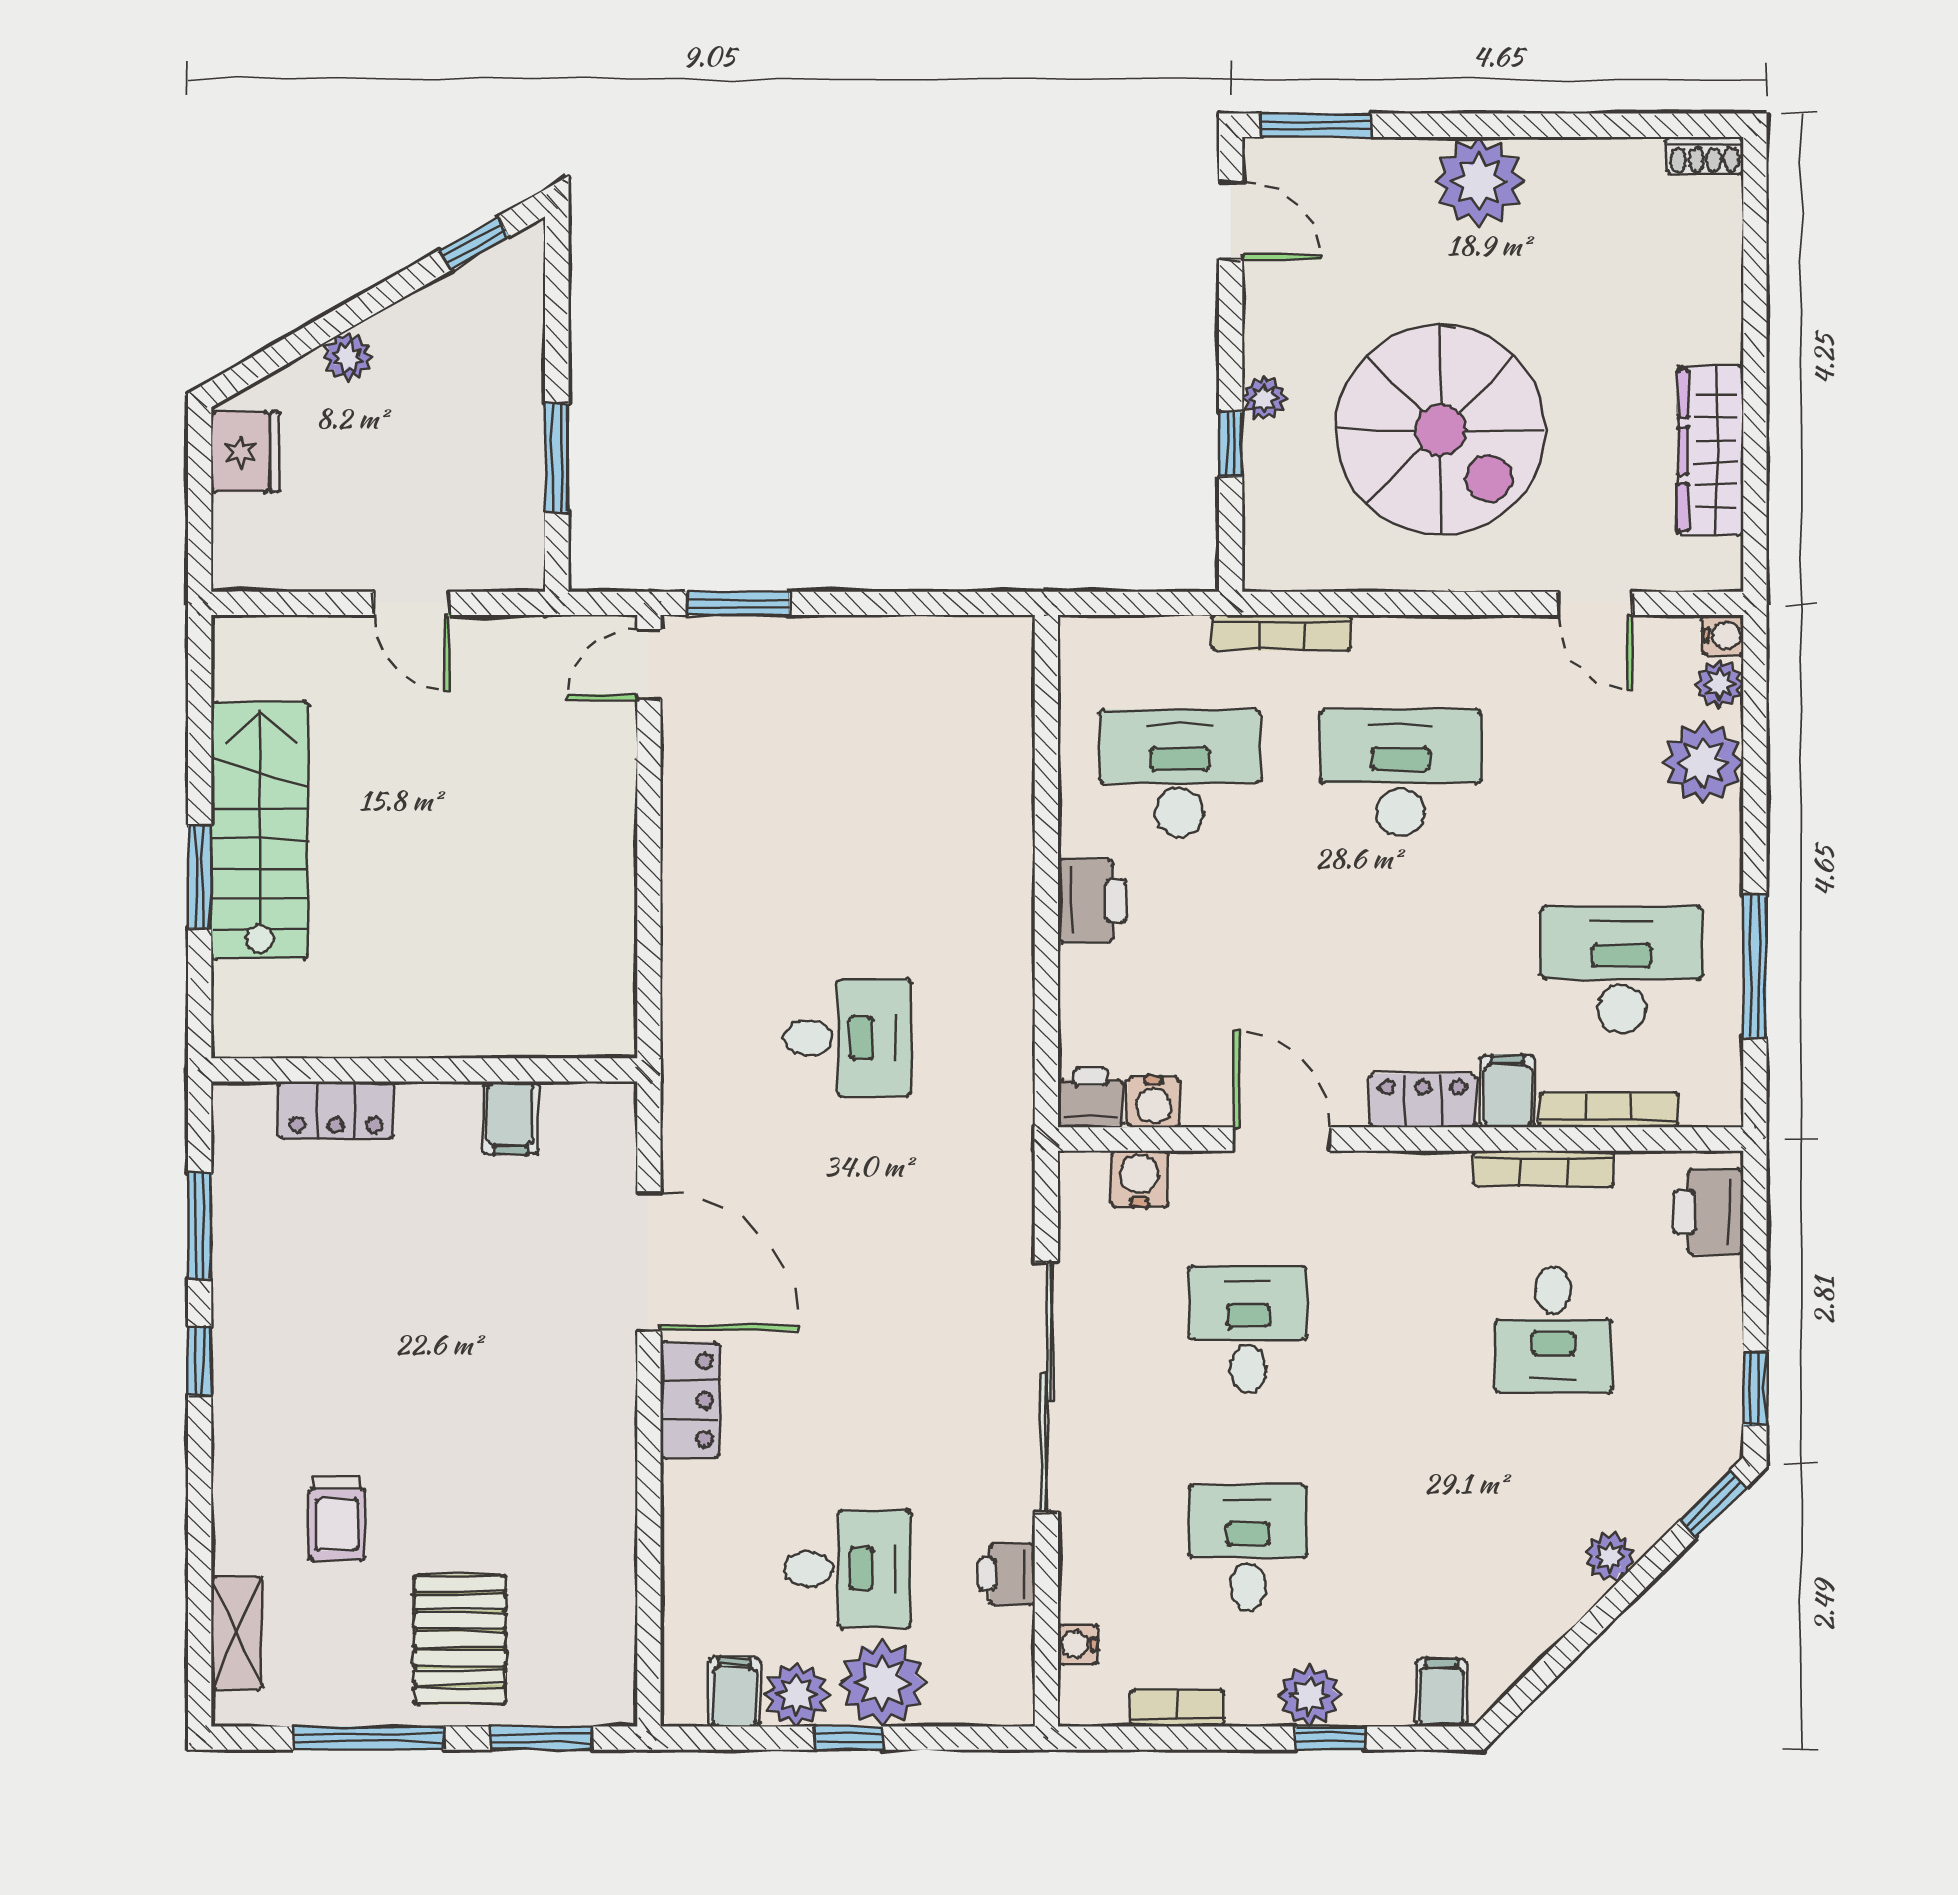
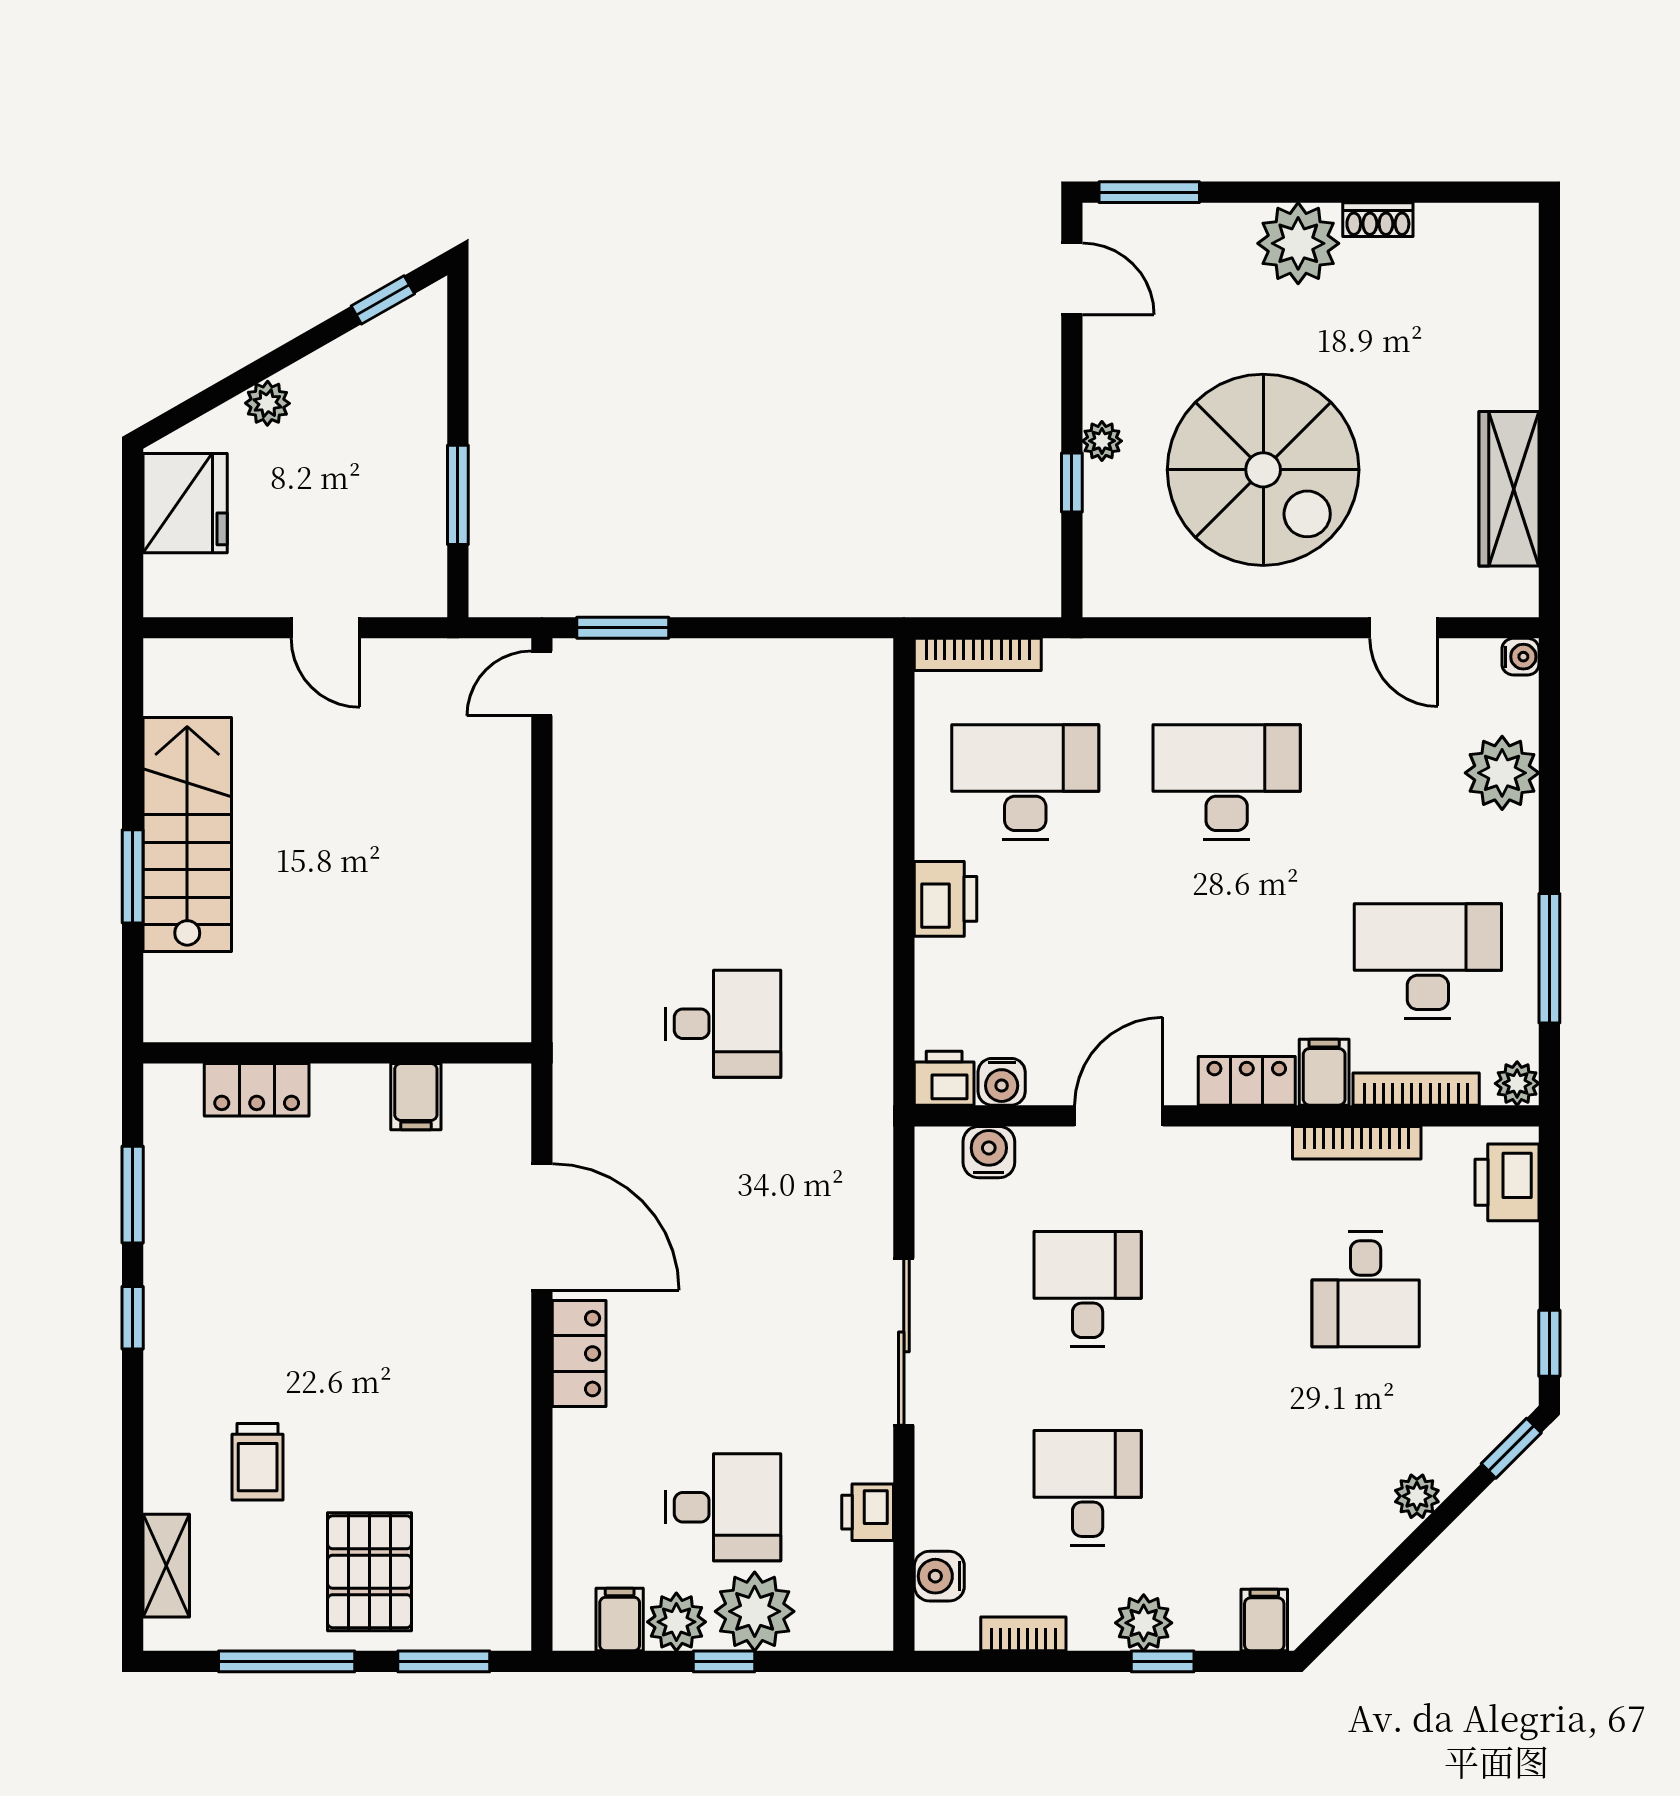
shoe rack: (1705, 155) -> (1378, 220), moved
fridge: (246, 452) -> (185, 503), width x1.36, depth x1.34
bookcase: (1282, 633) -> (978, 654), moved
plant: (1719, 684) -> (1517, 1083), moved
door: (1282, 1139) -> (1119, 1116), hinge flipped
sliding door: (1046, 1387) -> (904, 1342), width x0.73
water cooler: (1078, 1644) -> (939, 1576), width x1.38, depth x1.38

